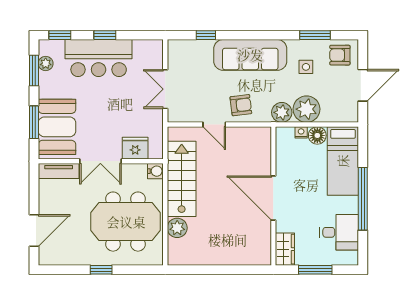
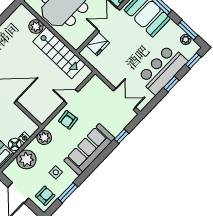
double door: (165, 89) -> (124, 99), moved
plant: (306, 109) -> (26, 159), moved
water cooler: (155, 171) -> (76, 43), removed

